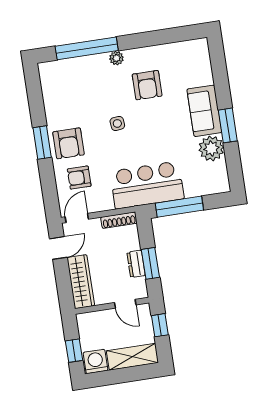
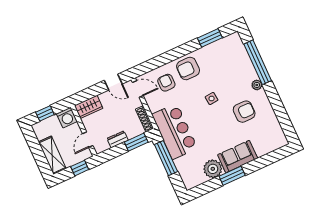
armchair: (147, 85) -> (244, 112), turned 180
window: (42, 142) -> (210, 38), moved
window: (150, 263) -> (136, 142), moved
wardrobe: (81, 282) -> (89, 107), width x0.67
washing machine: (95, 361) -> (67, 118), moved, turned 90

